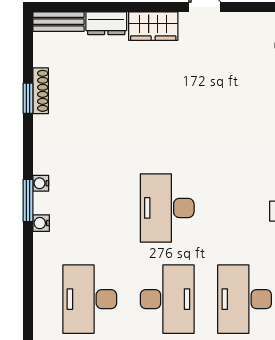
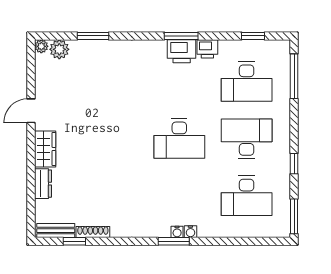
bench: (58, 22) -> (56, 231), moved, turned 90
window: (28, 98) -> (74, 241), moved
water cooler: (41, 183) -> (177, 232), moved

